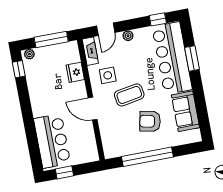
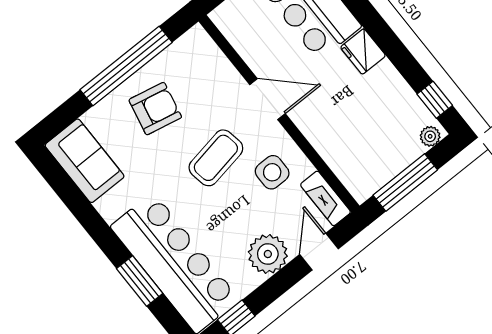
plant: (128, 36) -> (268, 254), width x1.87, depth x1.87
fridge: (75, 72) -> (363, 51), moved, turned 180
sofa: (185, 111) -> (85, 161), moved
armchair: (150, 121) -> (155, 109), moved

